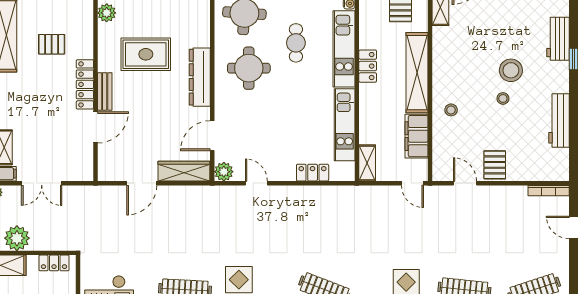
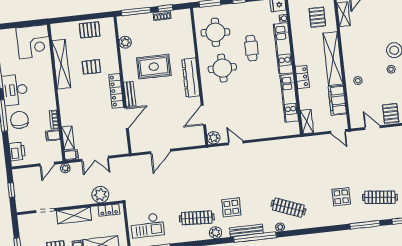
locker: (368, 66) -> (302, 77), moved
wardrobe: (184, 171) -> (187, 140), removed
locker: (313, 173) -> (272, 132), removed
plant: (17, 238) -> (100, 195), moved

